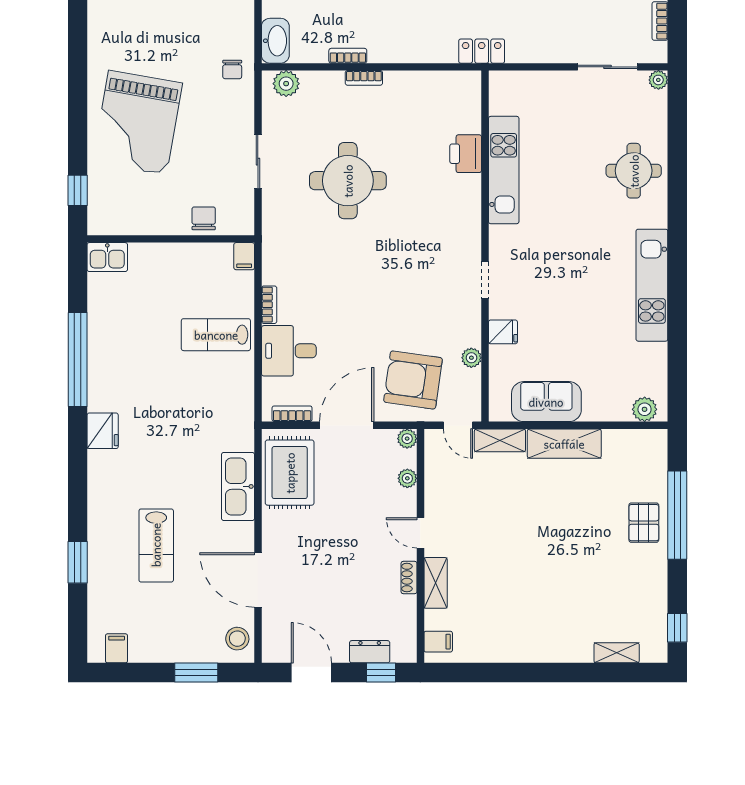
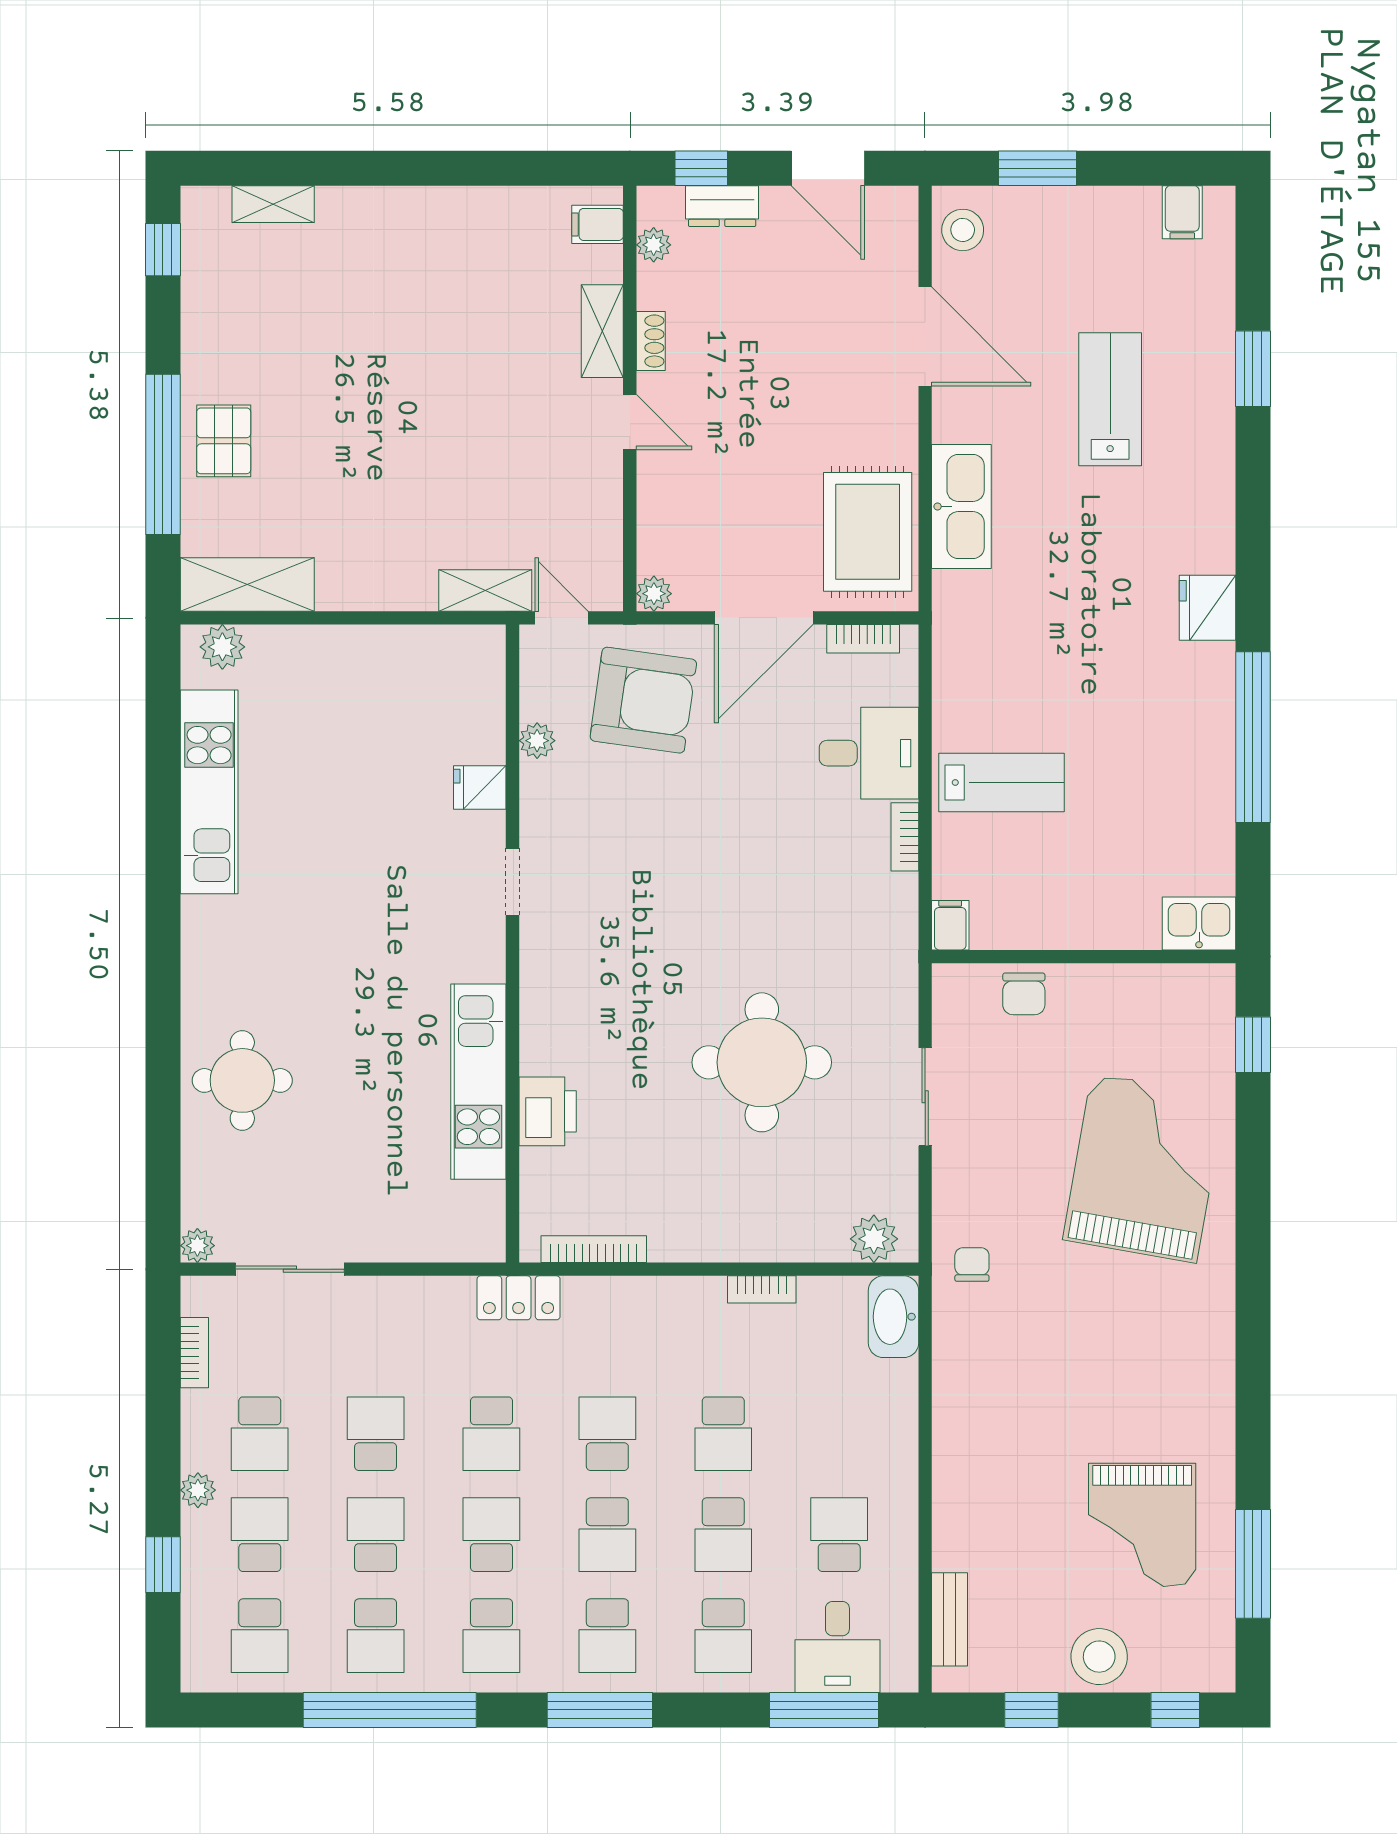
bookcase: (364, 78) -> (594, 1249), moved, width x1.56
kitchen unit: (652, 285) -> (209, 792), moved
sofa: (546, 402) -> (401, 661), removed
shelving: (564, 444) -> (247, 584), moved
plant: (407, 478) -> (654, 245), moved

